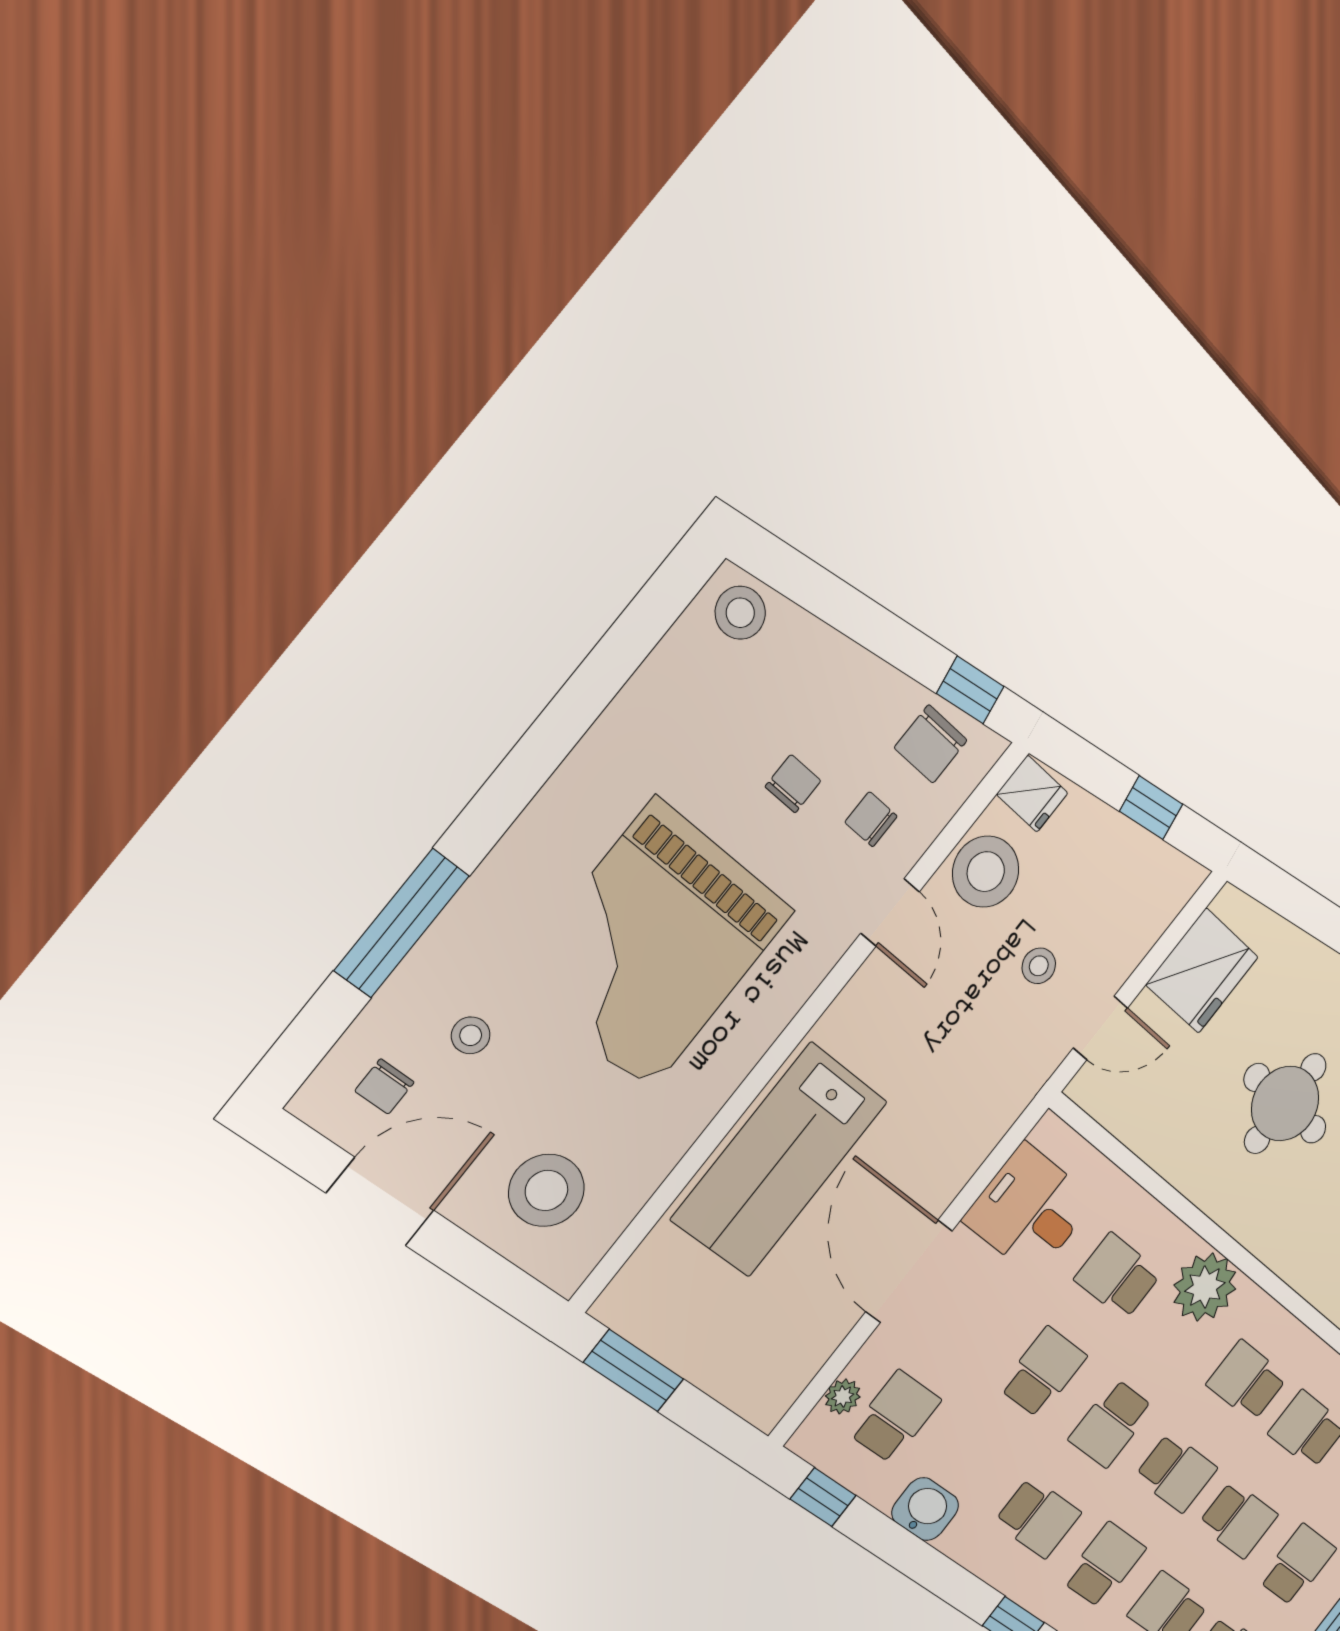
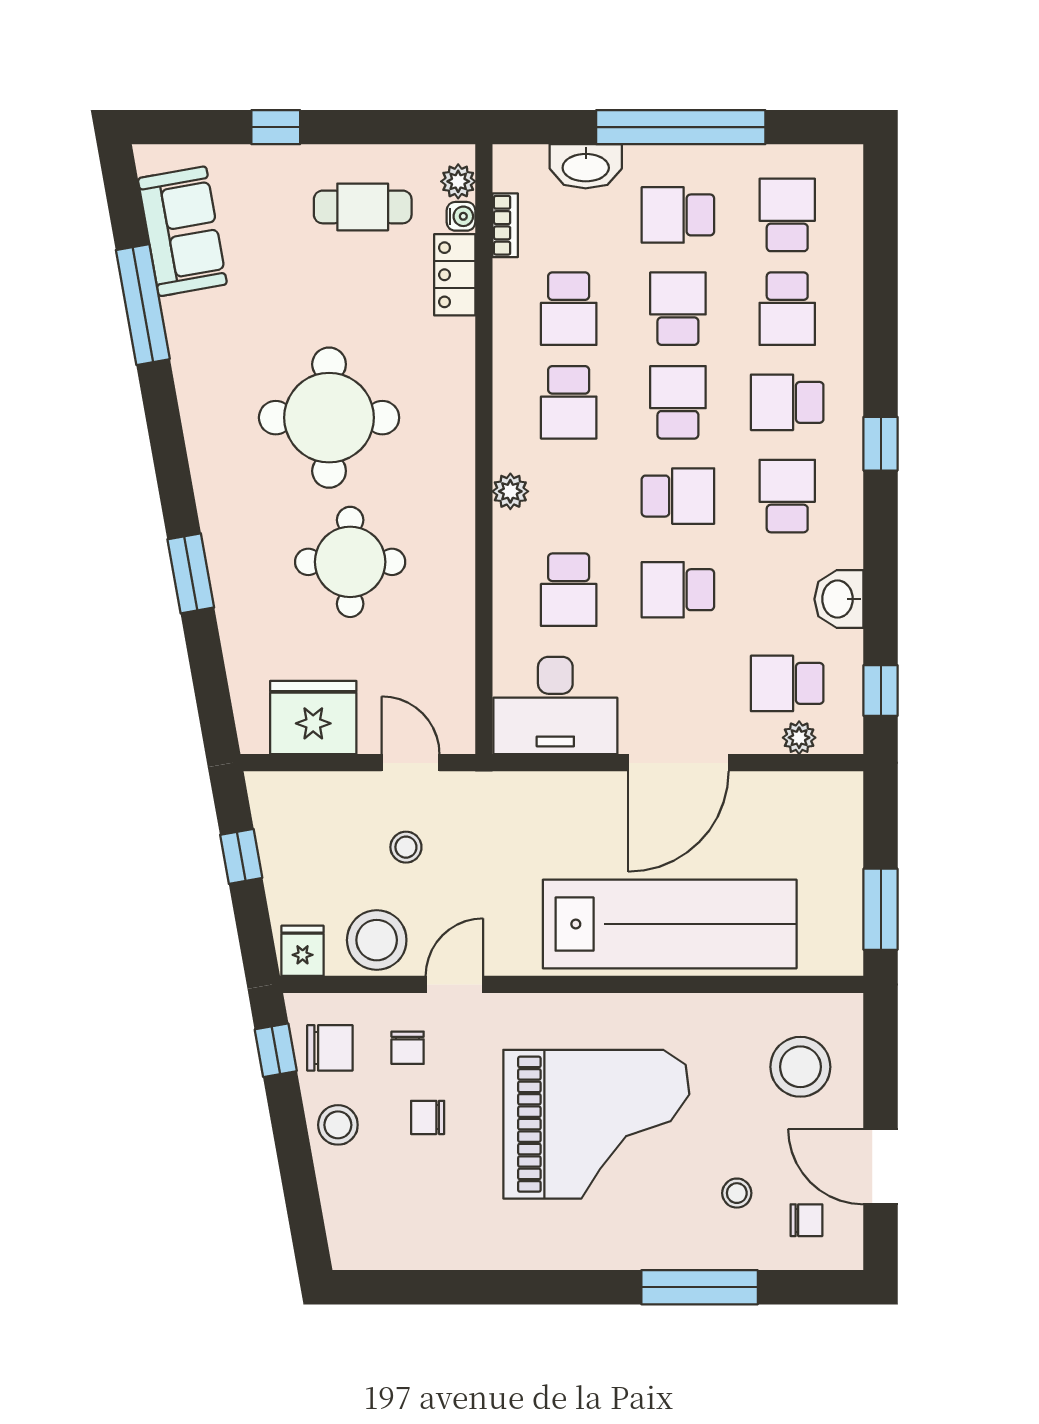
stool: (740, 613) -> (338, 1125), moved
lab bench: (780, 1160) -> (670, 924), width x1.36
desk: (1030, 1210) -> (555, 705), width x1.37
plant: (1205, 1287) -> (510, 491), width x0.53, depth x0.53

